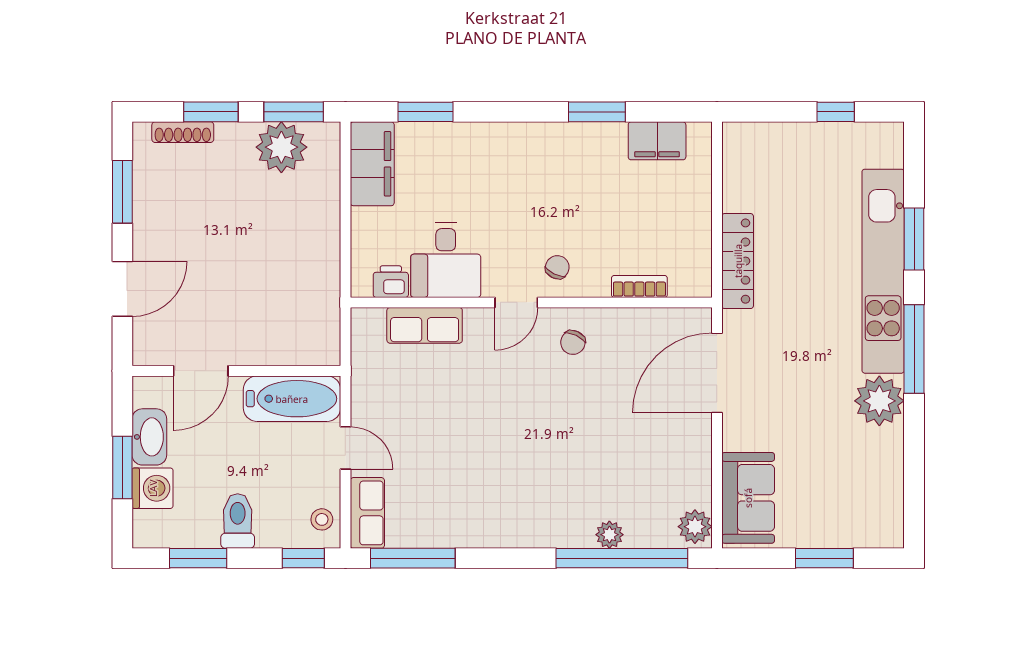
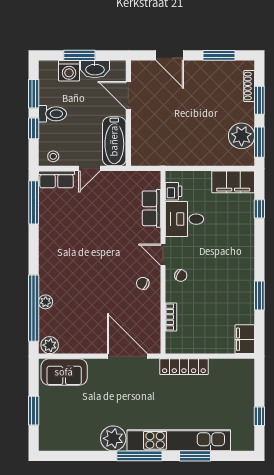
window: (425, 112) -> (259, 209), width x0.67
filing cabinet: (657, 141) -> (245, 339), moved
window: (303, 558) -> (34, 128), moved

